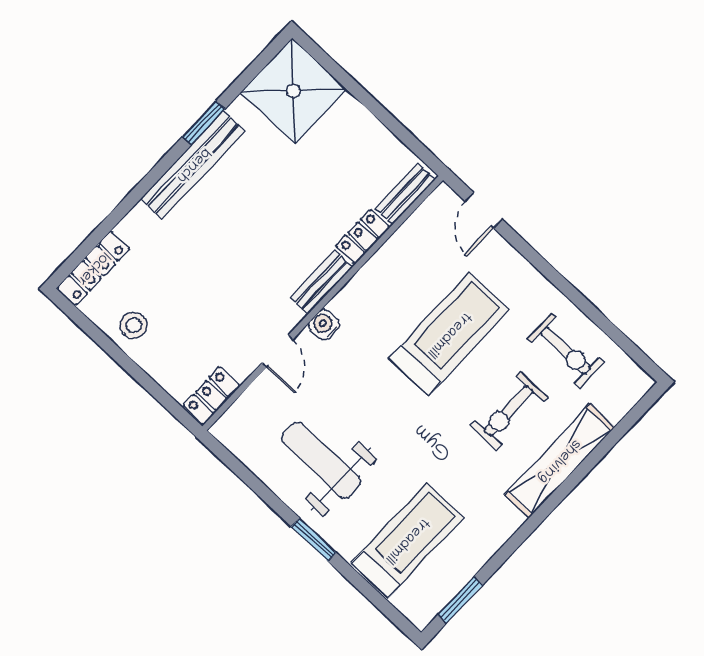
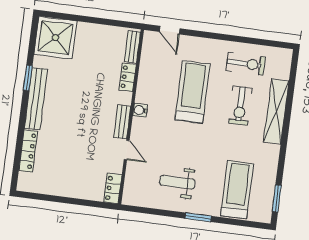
locker: (93, 268) -> (28, 151), moved
bench: (321, 282) -> (122, 122), moved
stool: (133, 325) -> (59, 183), removed
water cooler: (324, 325) -> (140, 110), moved
weight bench: (321, 460) -> (177, 182), width x0.73, depth x0.75

